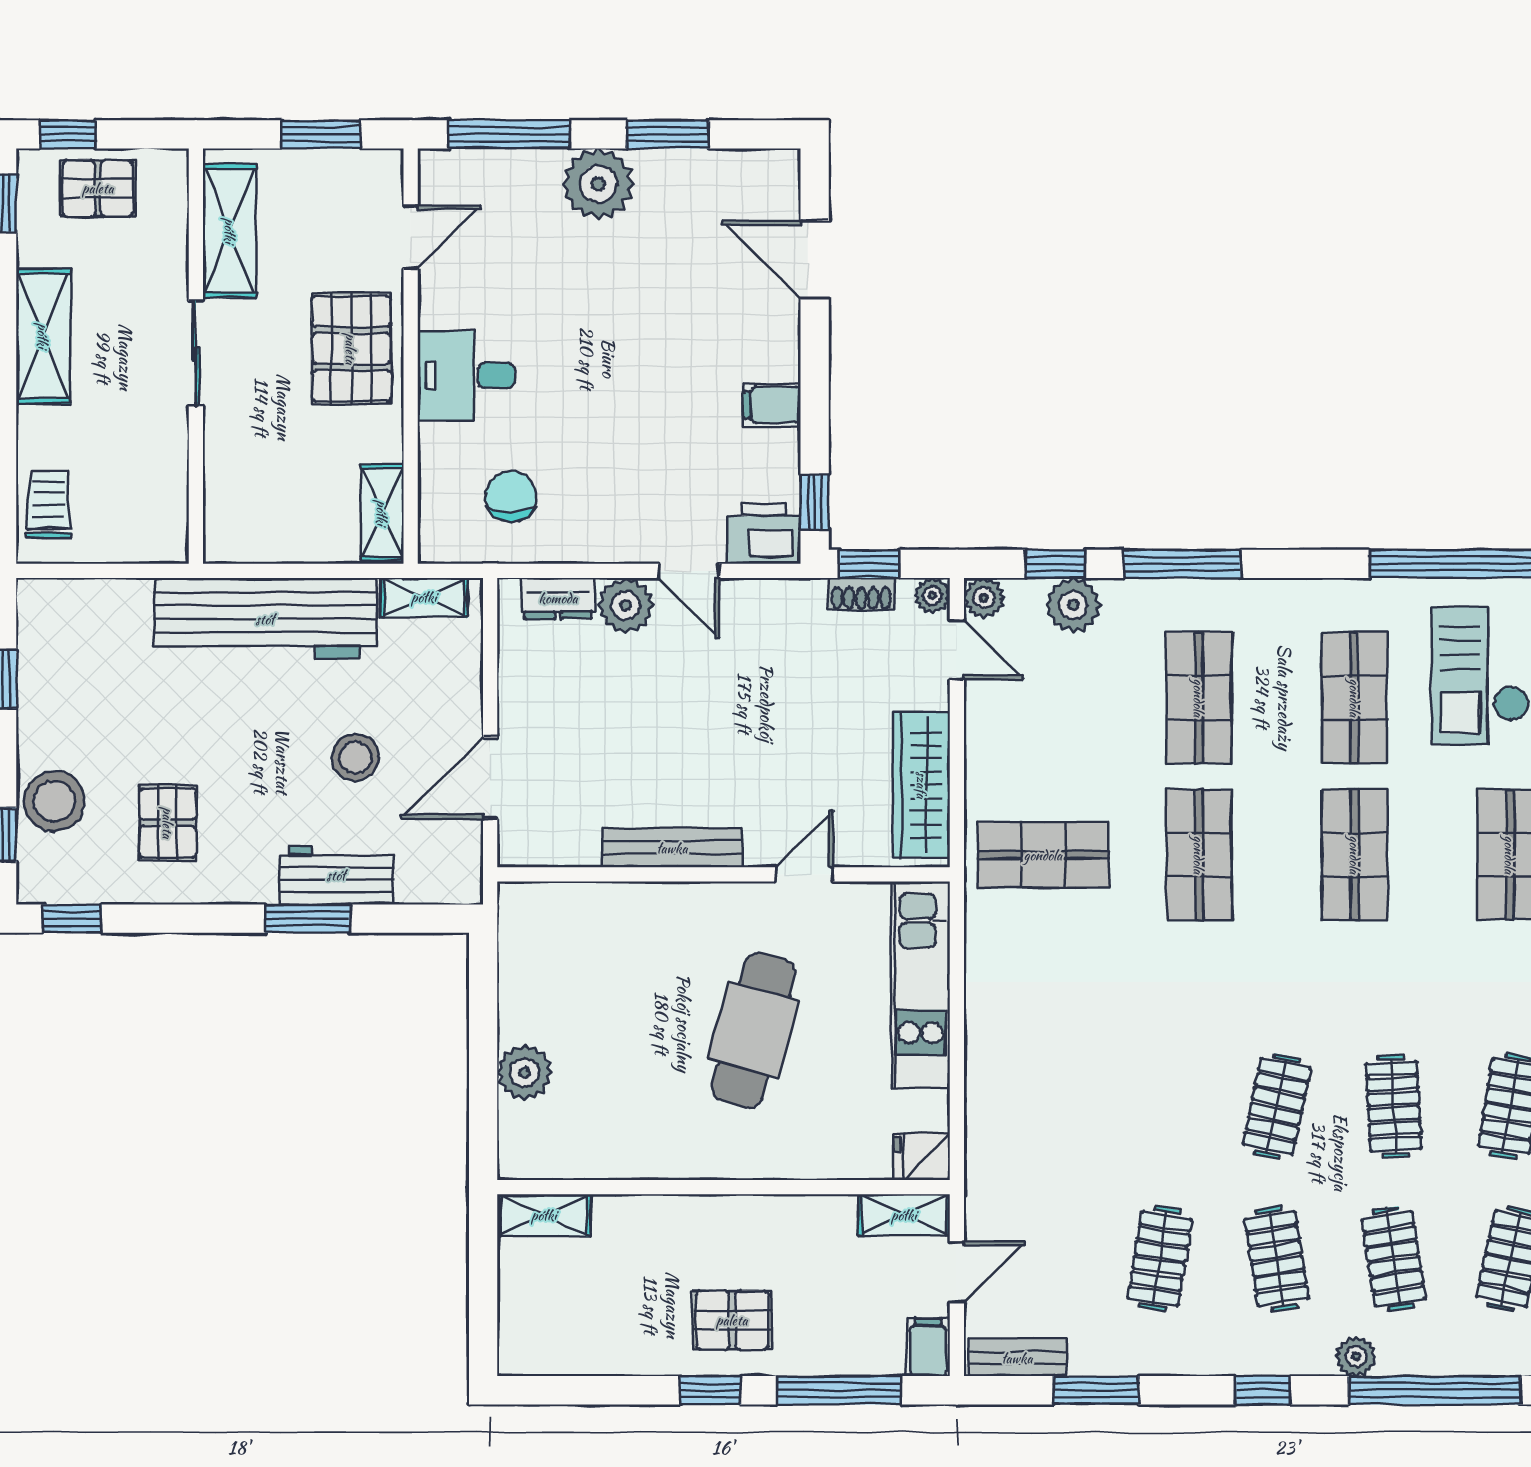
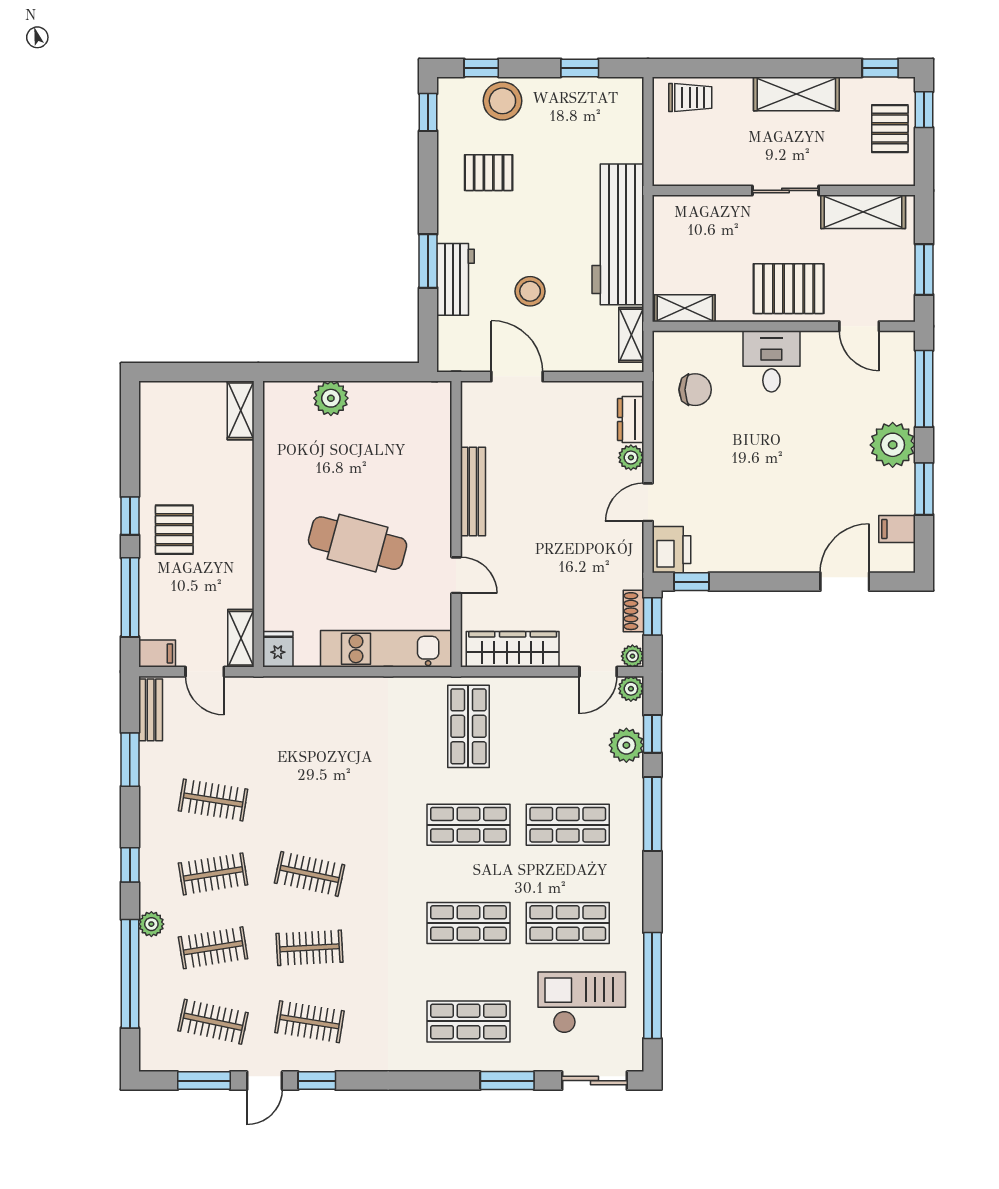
filing cabinet: (772, 405) -> (897, 529), moved, turned -90
plant: (626, 605) -> (631, 458), width x0.73, depth x0.73

